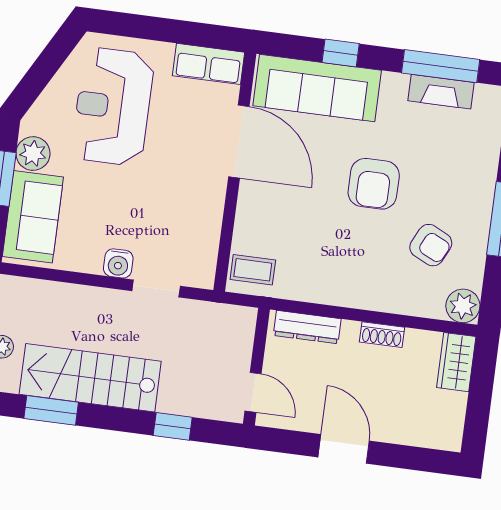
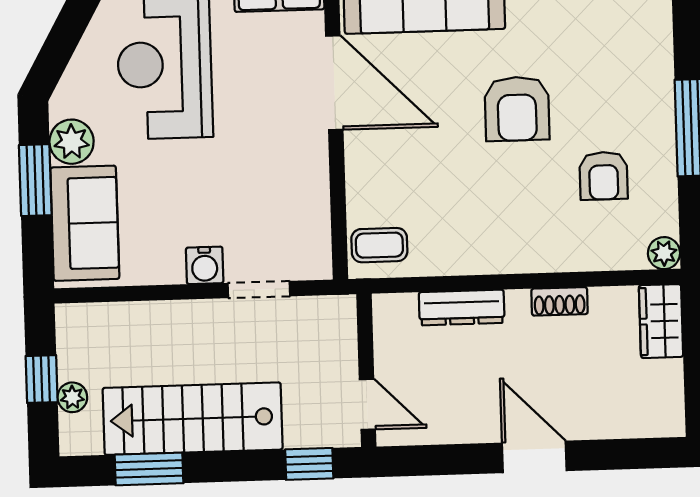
armchair: (431, 245) -> (604, 176), turned 64
plant: (463, 306) -> (664, 253), width x0.73, depth x0.73
wall: (256, 367) -> (366, 370), moved
door: (253, 392) -> (367, 404), moved

